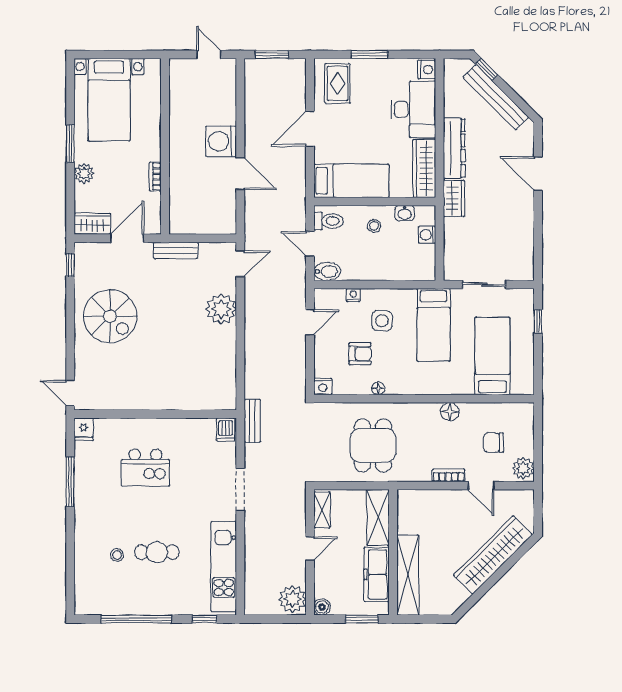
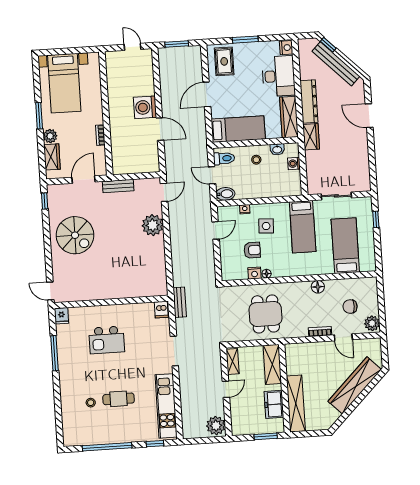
wardrobe: (92, 224) -> (52, 157), moved, turned 90
nightstand: (323, 386) -> (255, 273), moved
freezer: (377, 574) -> (274, 404), width x0.71
boiler: (322, 607) -> (237, 430), removed

